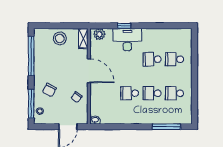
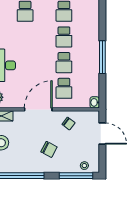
school desk: (152, 59) -> (64, 88), moved
chair: (49, 90) -> (49, 149), moved
window: (166, 127) -> (102, 57), moved

